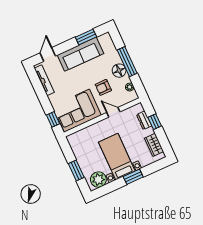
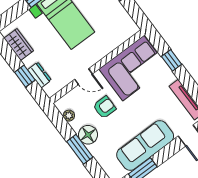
window: (127, 62) -> (80, 149), width x0.69
window: (53, 119) -> (172, 60), moved

